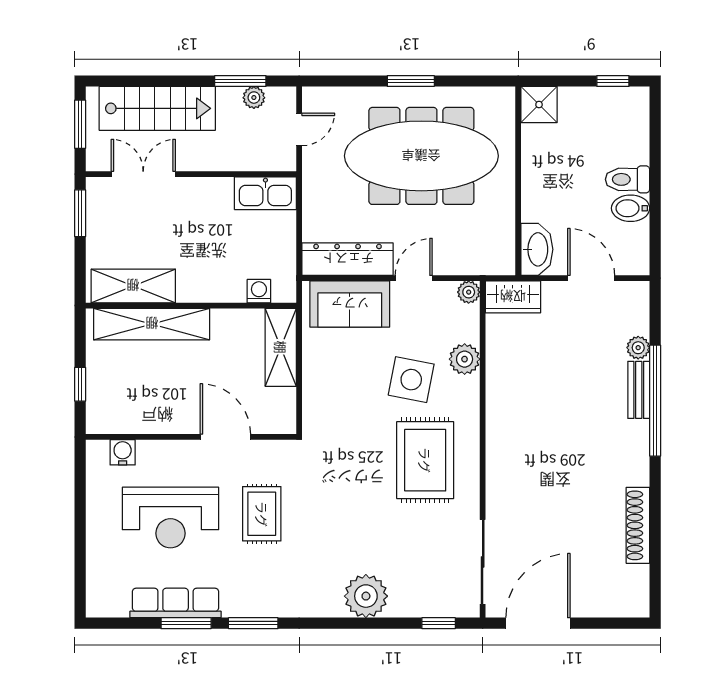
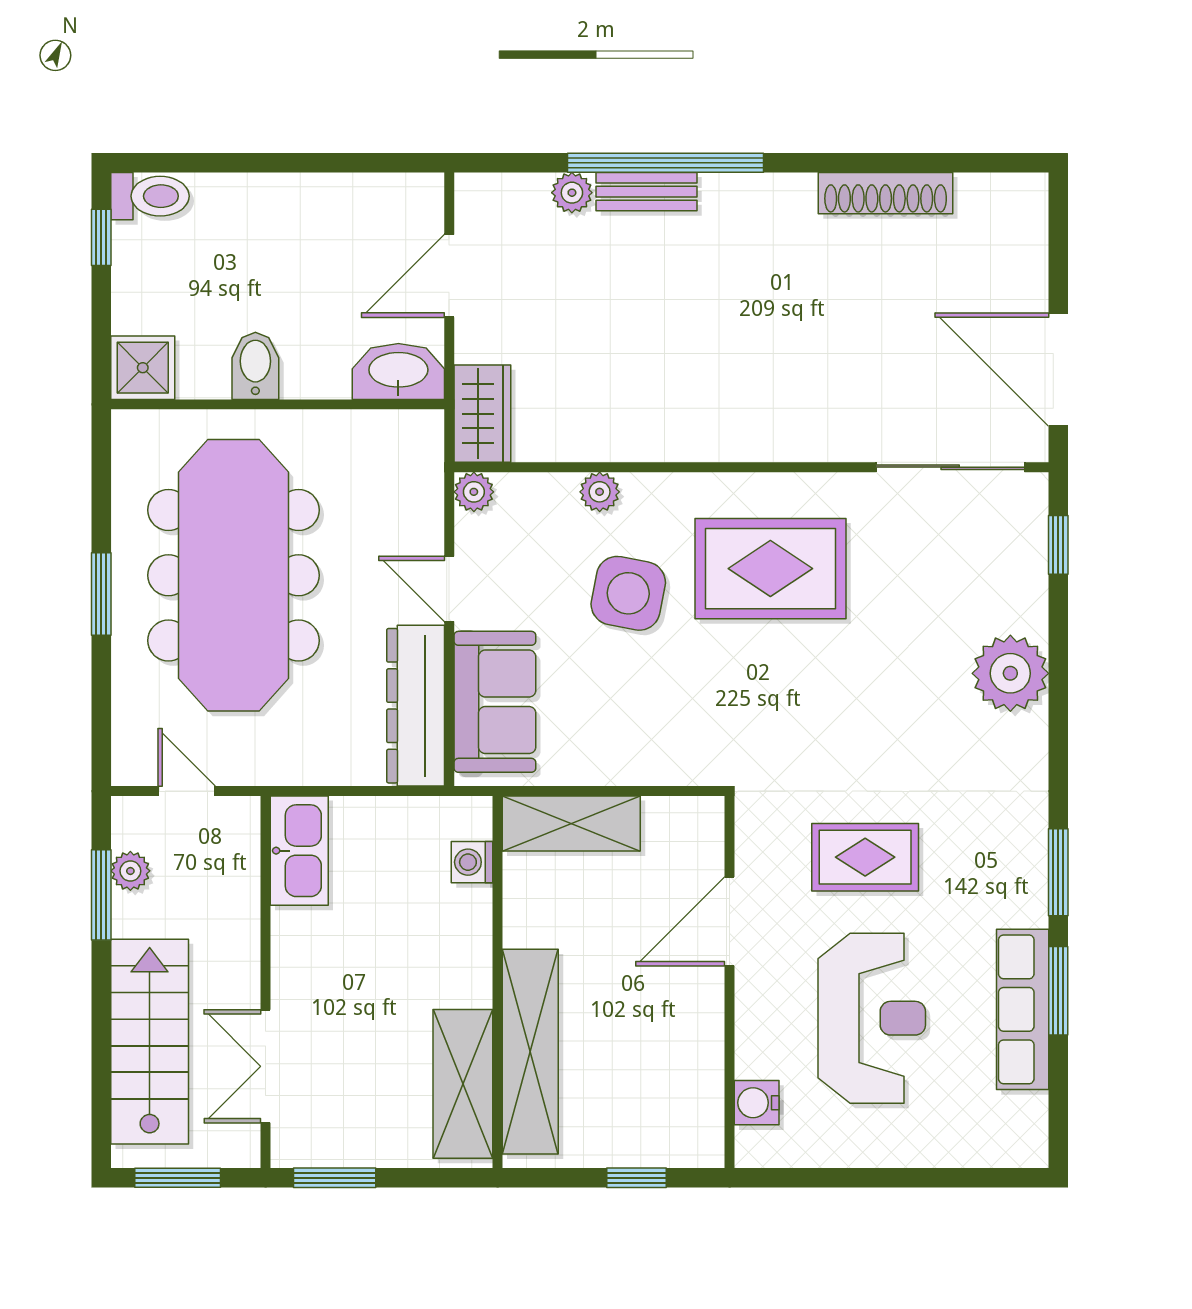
toilet: (628, 179) -> (150, 196), moved, turned -90
bidet: (631, 208) -> (255, 366), moved, turned 180
plant: (465, 359) -> (600, 492), width x0.73, depth x0.73

